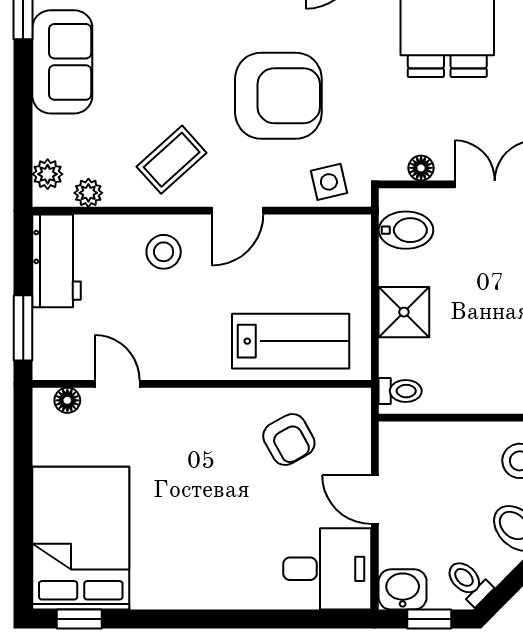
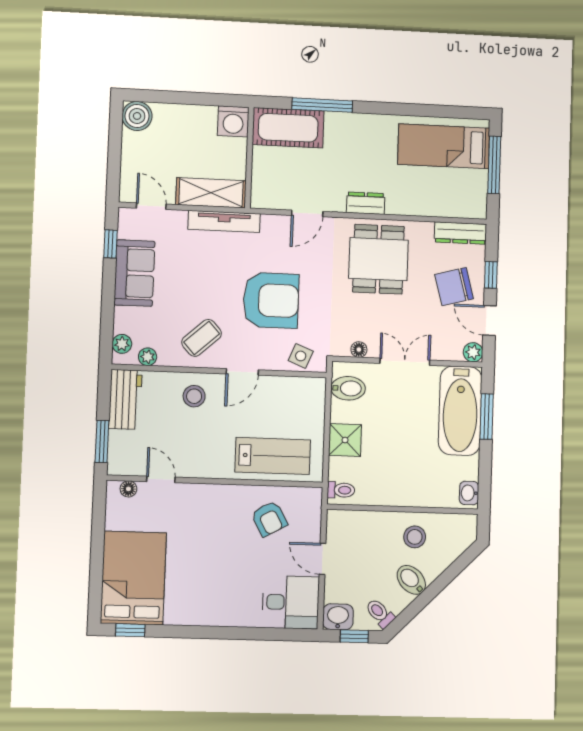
side table: (329, 182) -> (301, 356), turned 35

